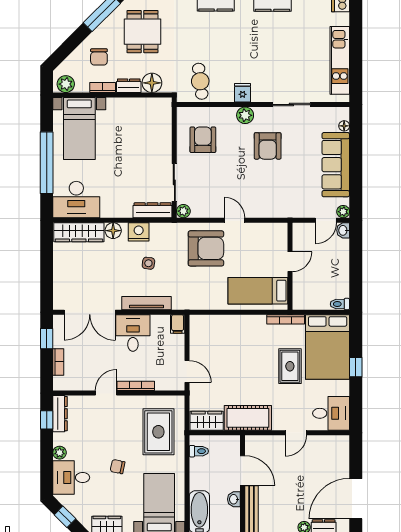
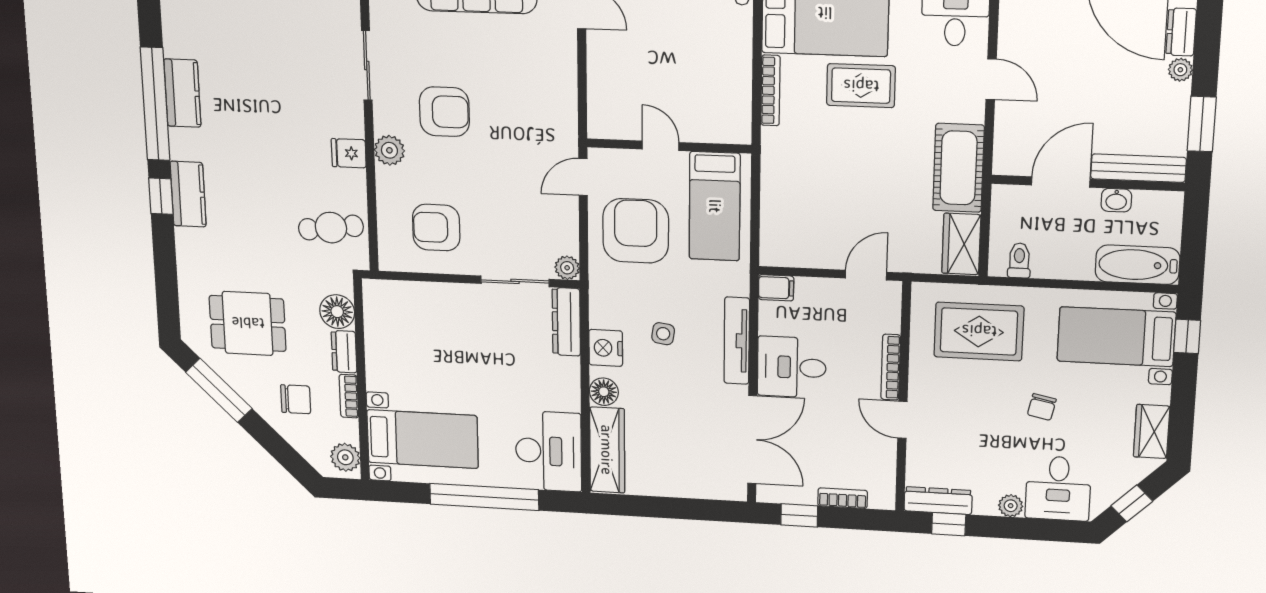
door: (290, 262) -> (660, 146), moved
wall: (290, 266) -> (669, 146), moved
bed: (258, 291) -> (715, 206), moved

